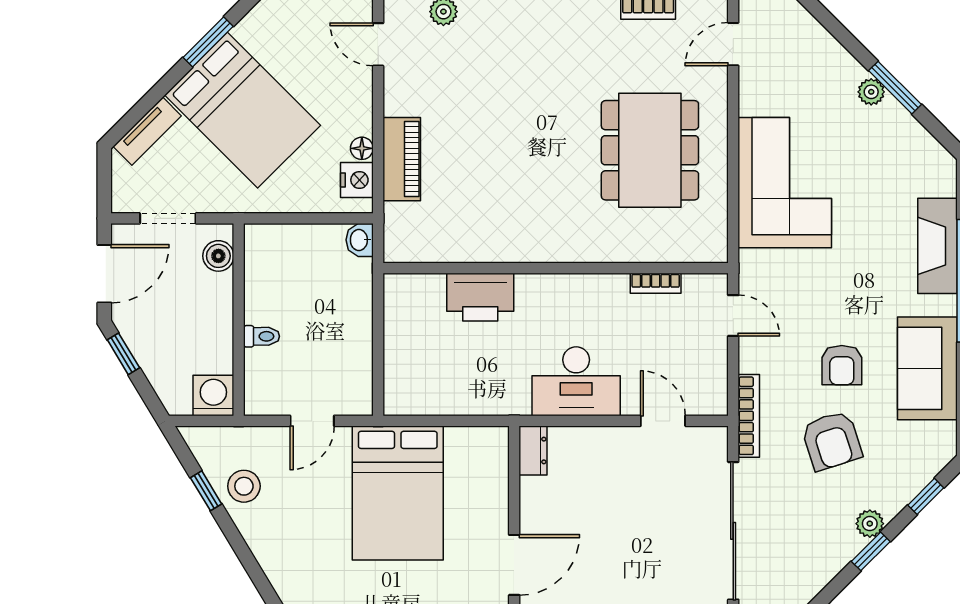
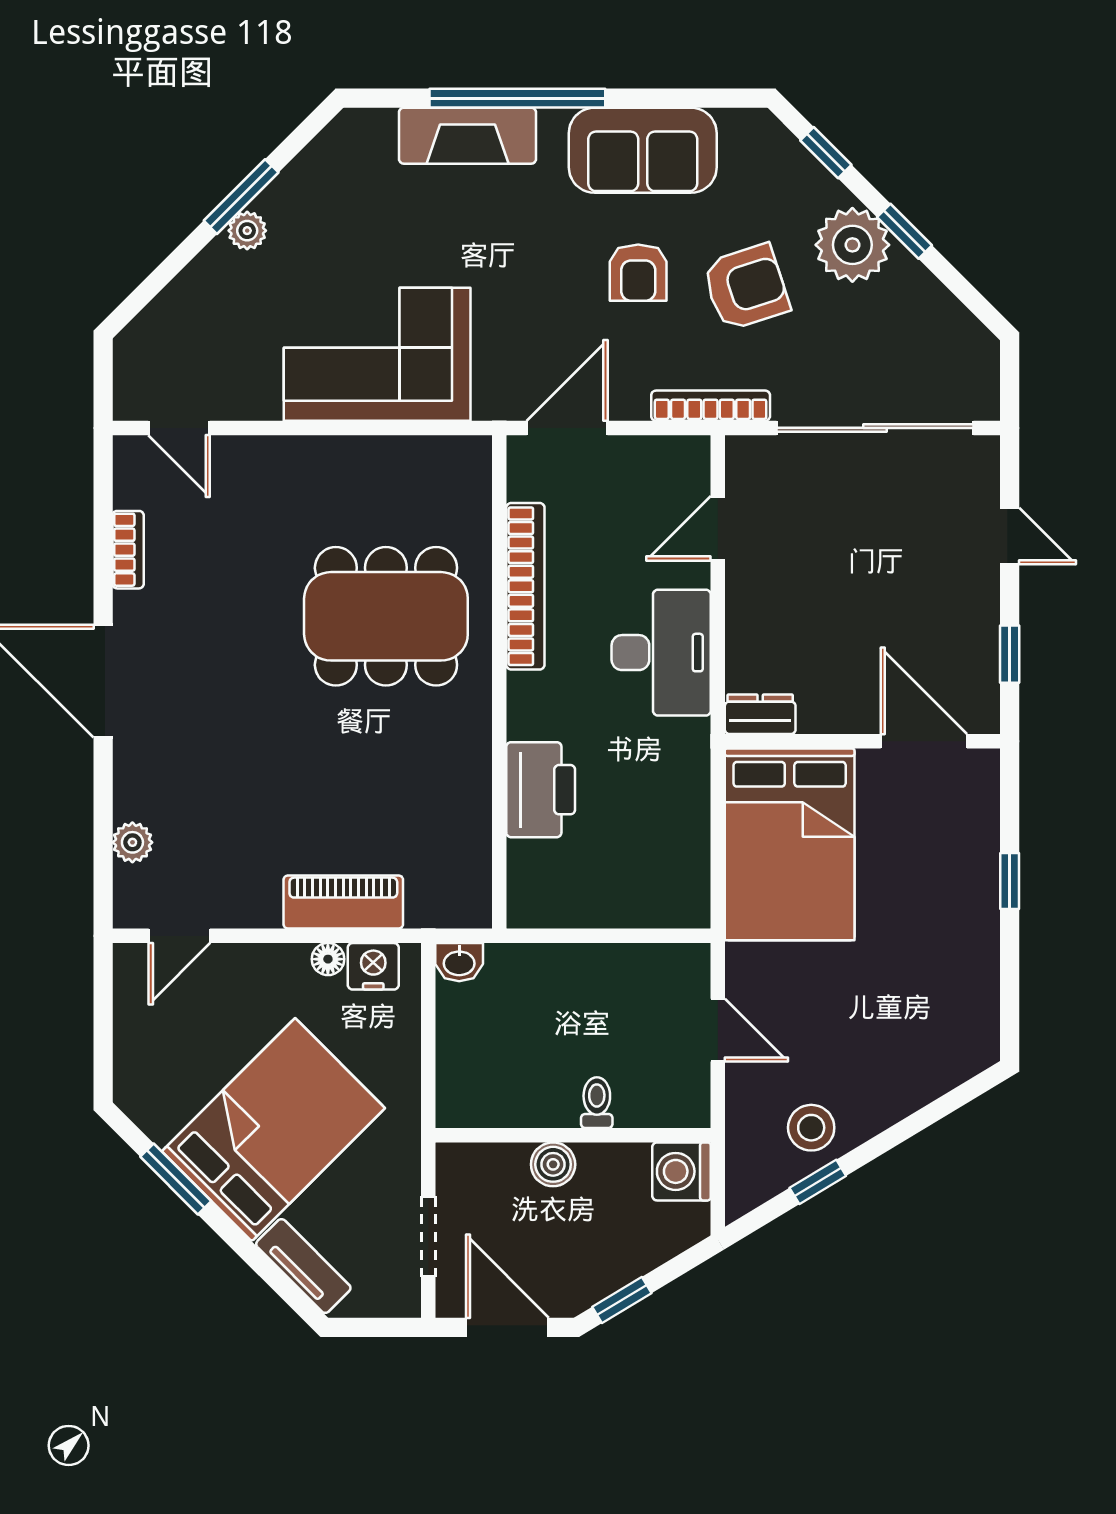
dining table: (650, 150) -> (386, 616), moved
boiler: (218, 256) -> (553, 1164), moved
bookcase: (656, 283) -> (525, 586), width x2.31, depth x1.31
door: (733, 316) -> (567, 428), width x1.38
armchair: (842, 365) -> (638, 273), turned 90
bed: (398, 493) -> (790, 844), moved, turned 90
plant: (870, 524) -> (852, 245), width x1.88, depth x1.88

